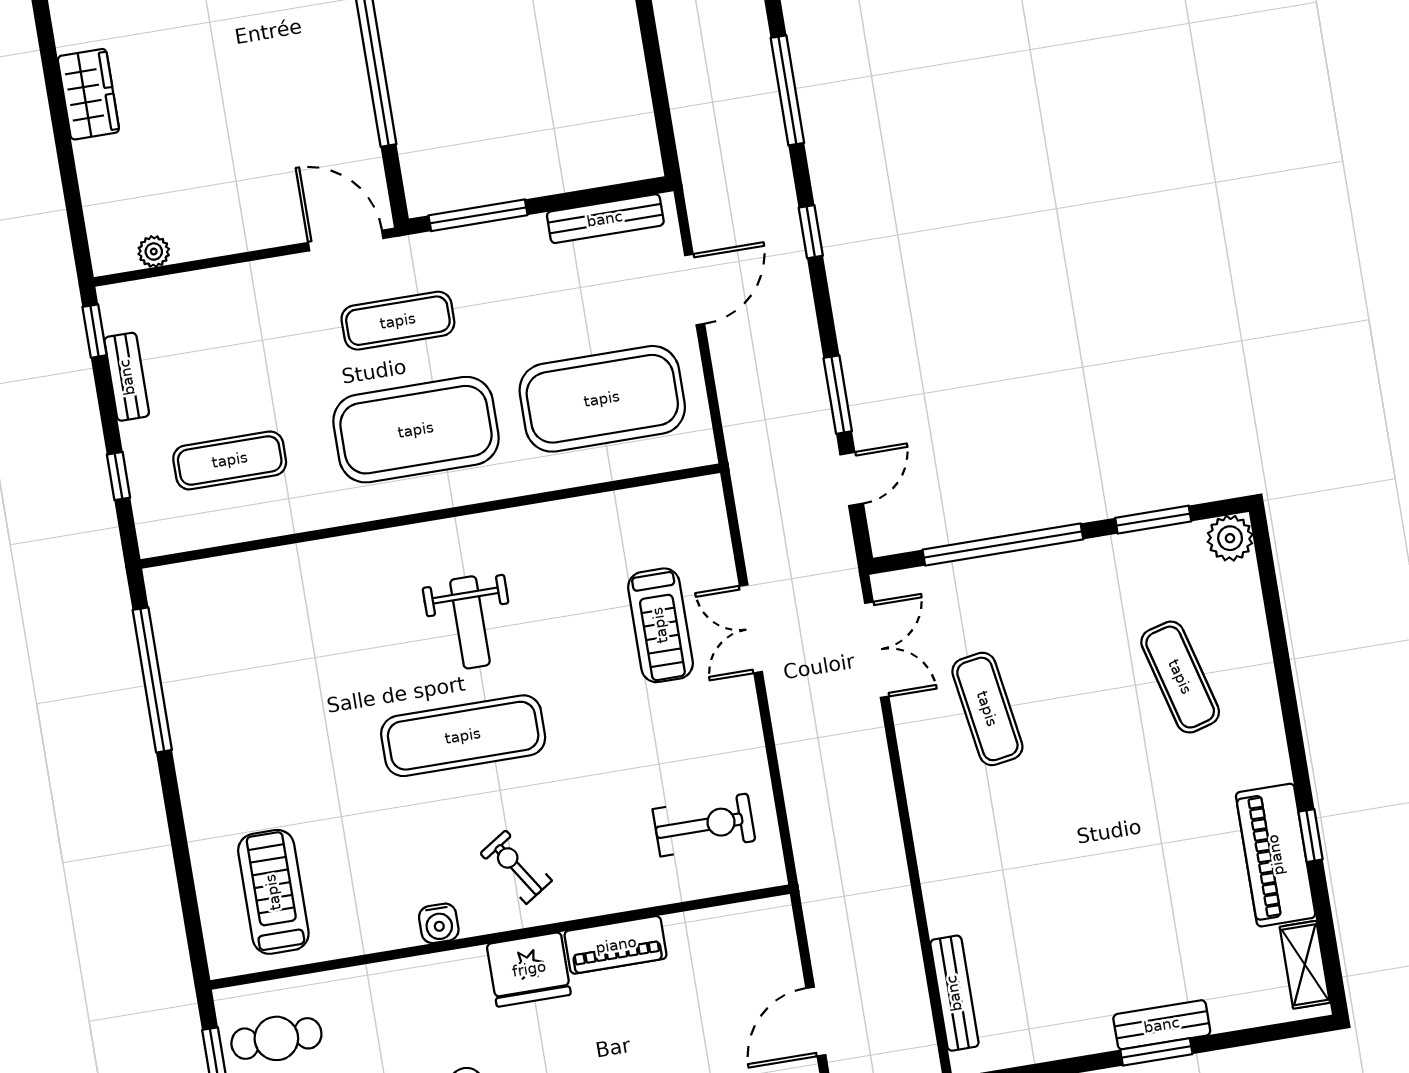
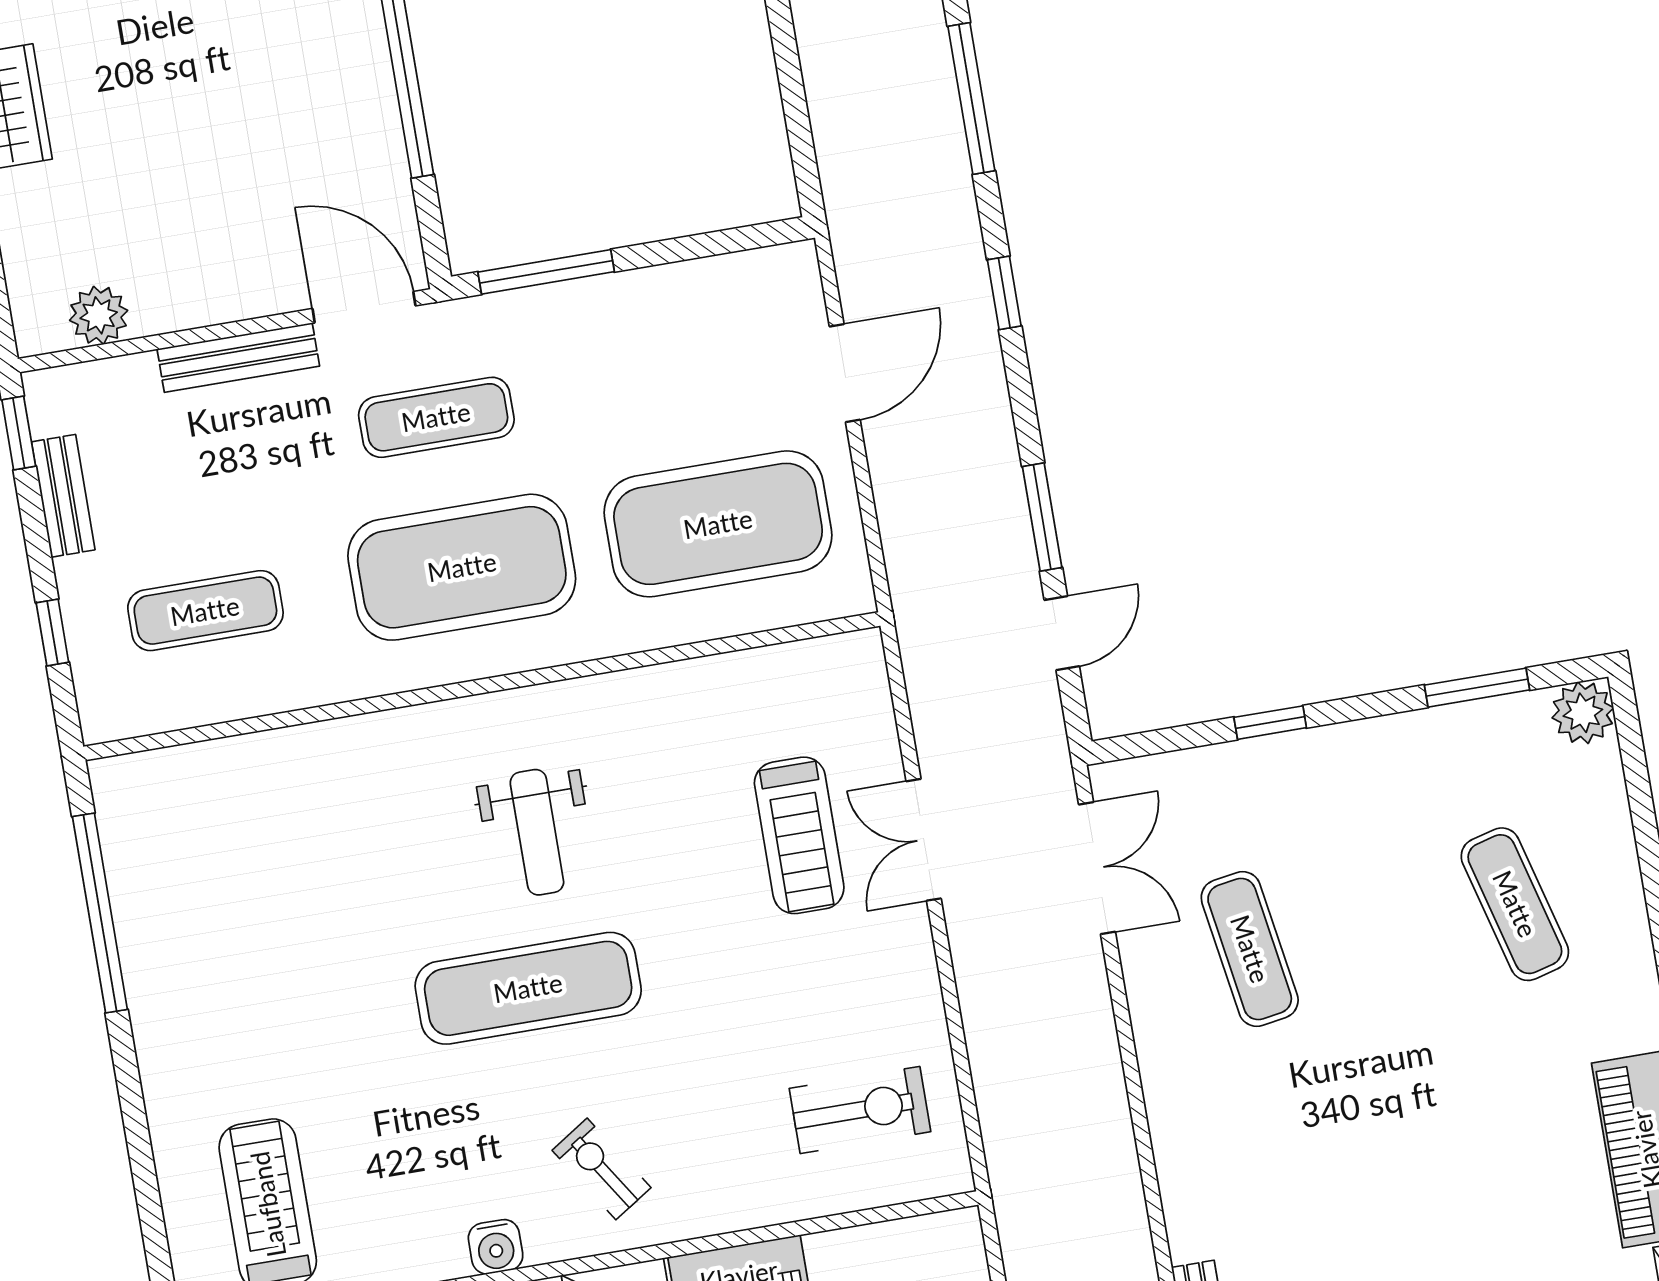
bench: (605, 219) -> (238, 358), moved
plant: (154, 252) -> (99, 315), width x1.38, depth x1.38
window: (1003, 545) -> (1270, 723), width x0.32

